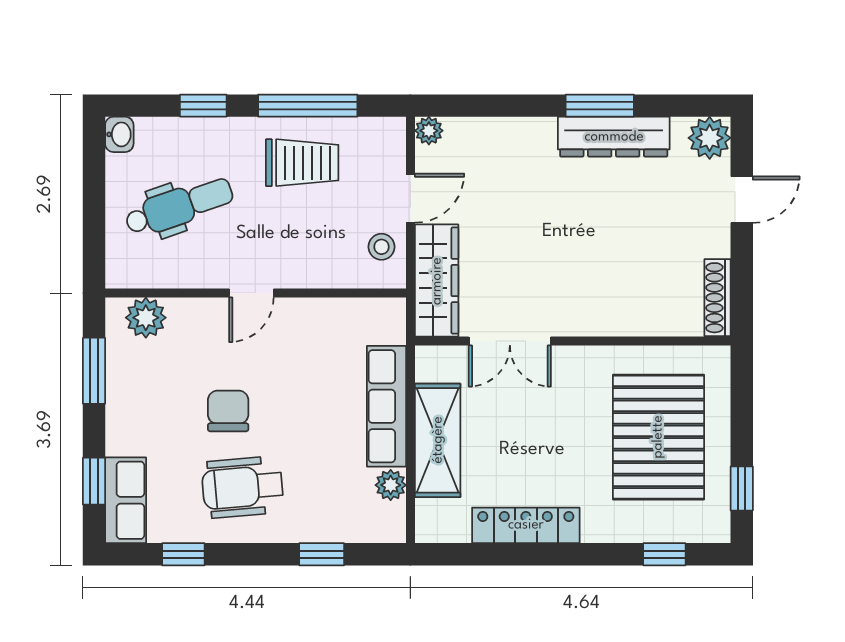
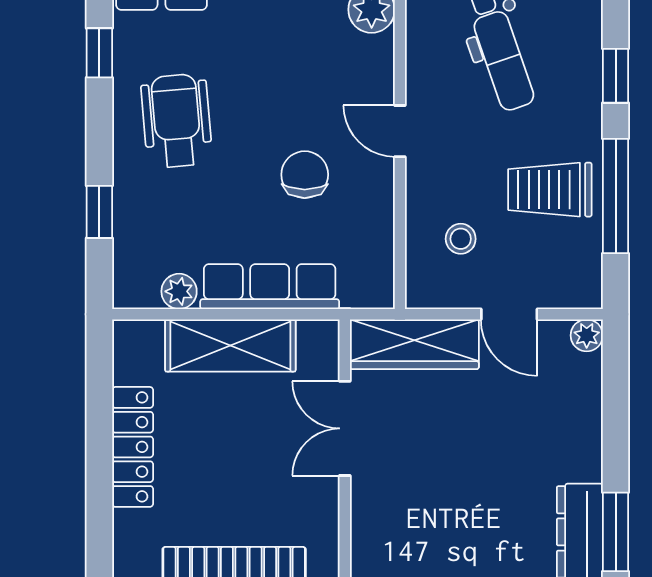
trolley: (302, 163) -> (550, 190), turned 90
stool: (381, 247) -> (461, 239), moved
chair: (228, 411) -> (305, 175), moved, turned -90

